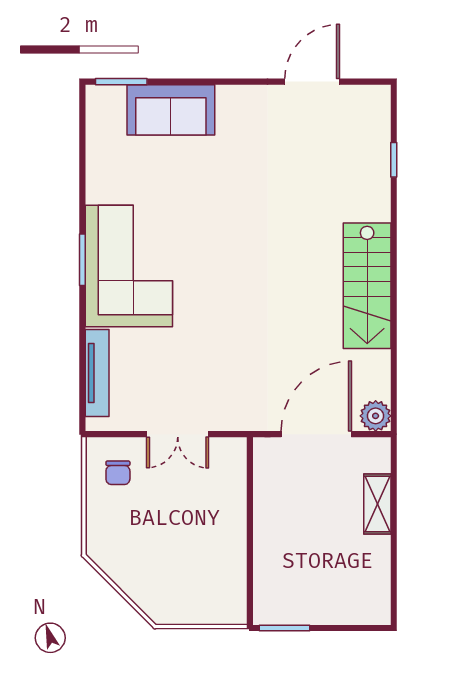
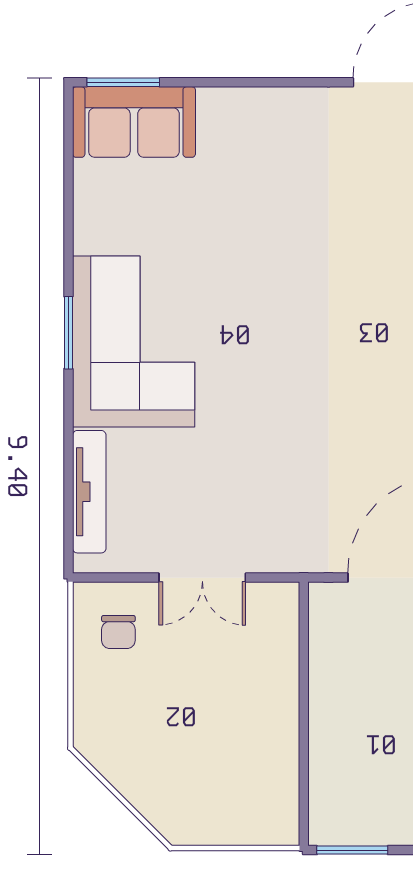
sofa: (171, 110) -> (134, 122), moved

